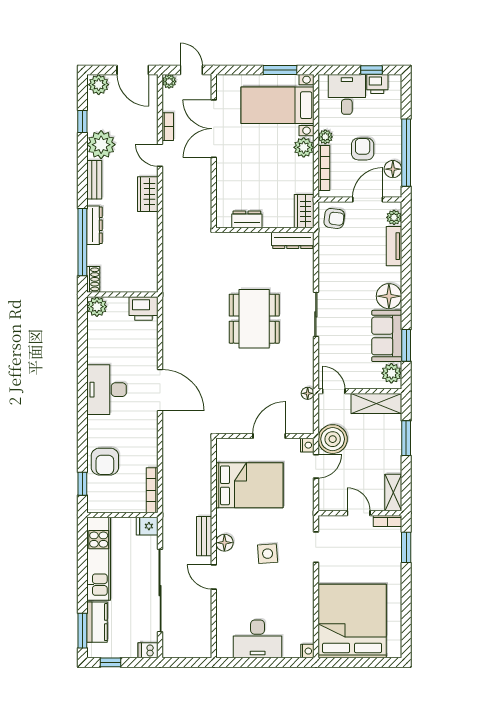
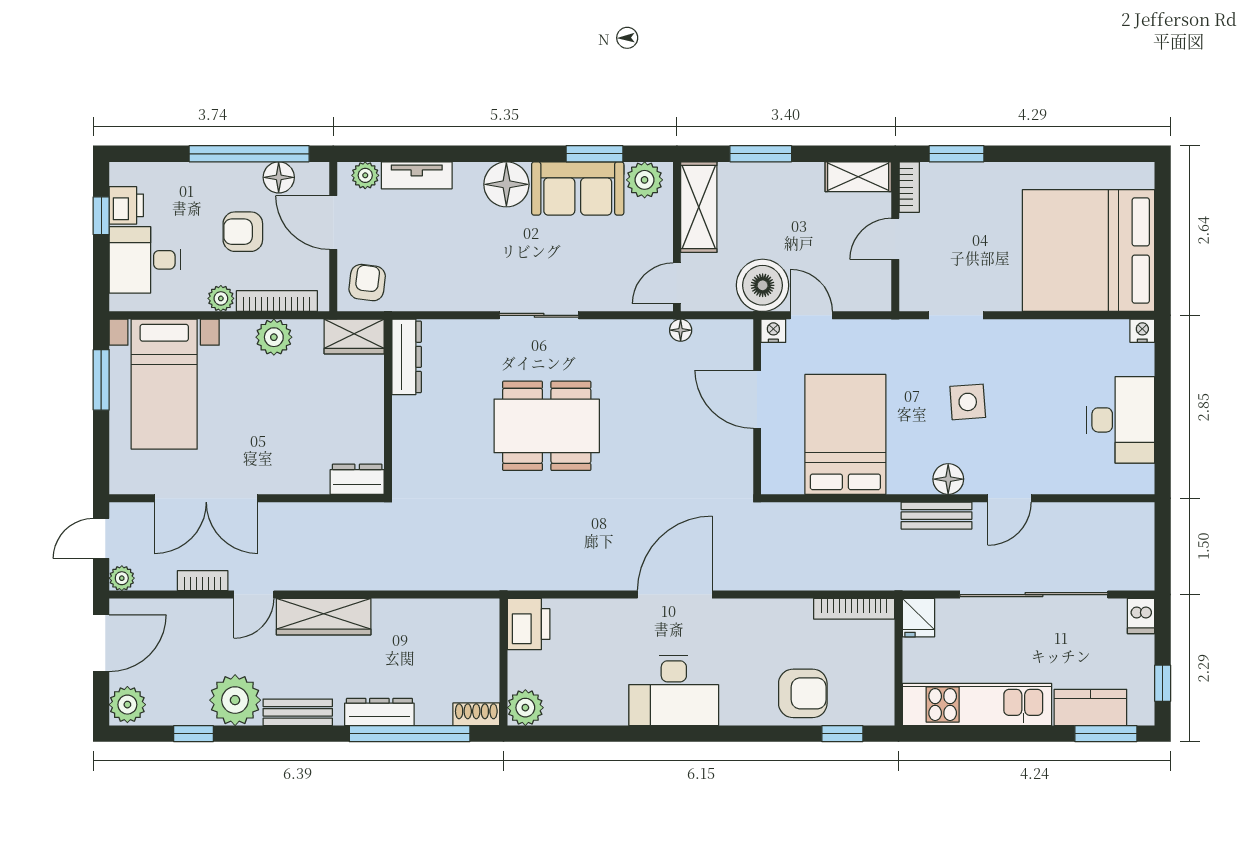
plant: (304, 147) -> (274, 337), moved
wardrobe: (148, 194) -> (324, 617), width x1.50
dresser: (247, 219) -> (357, 479), moved, turned 90

